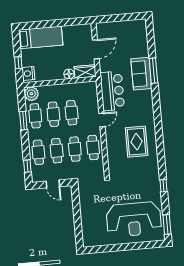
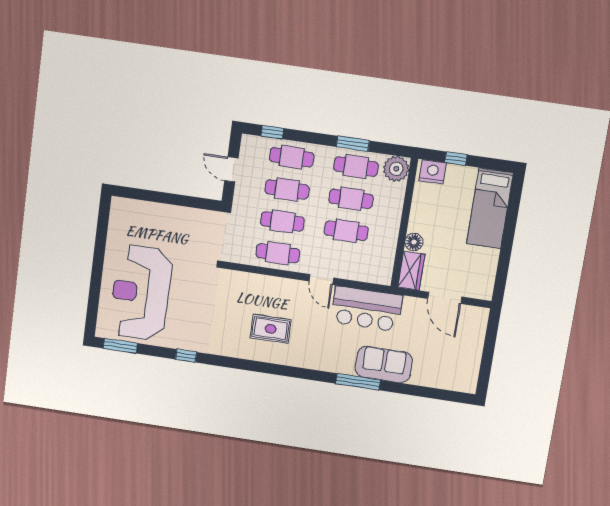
window: (153, 71) -> (358, 382), moved
rug: (137, 142) -> (271, 329), width x0.73, depth x0.70
door: (53, 184) -> (231, 170), hinge flipped

